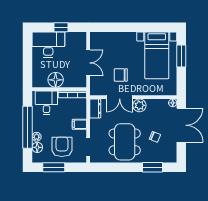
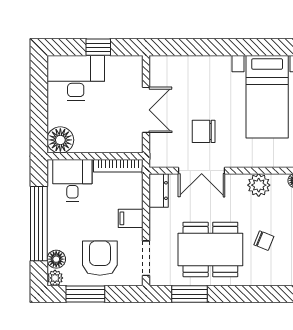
floor lamp: (56, 80) -> (60, 140), moved
plant: (139, 105) -> (259, 185), moved
plant: (37, 137) -> (55, 278), moved
dining table: (125, 142) -> (210, 249), turned 90
window: (153, 167) -> (190, 294), moved

